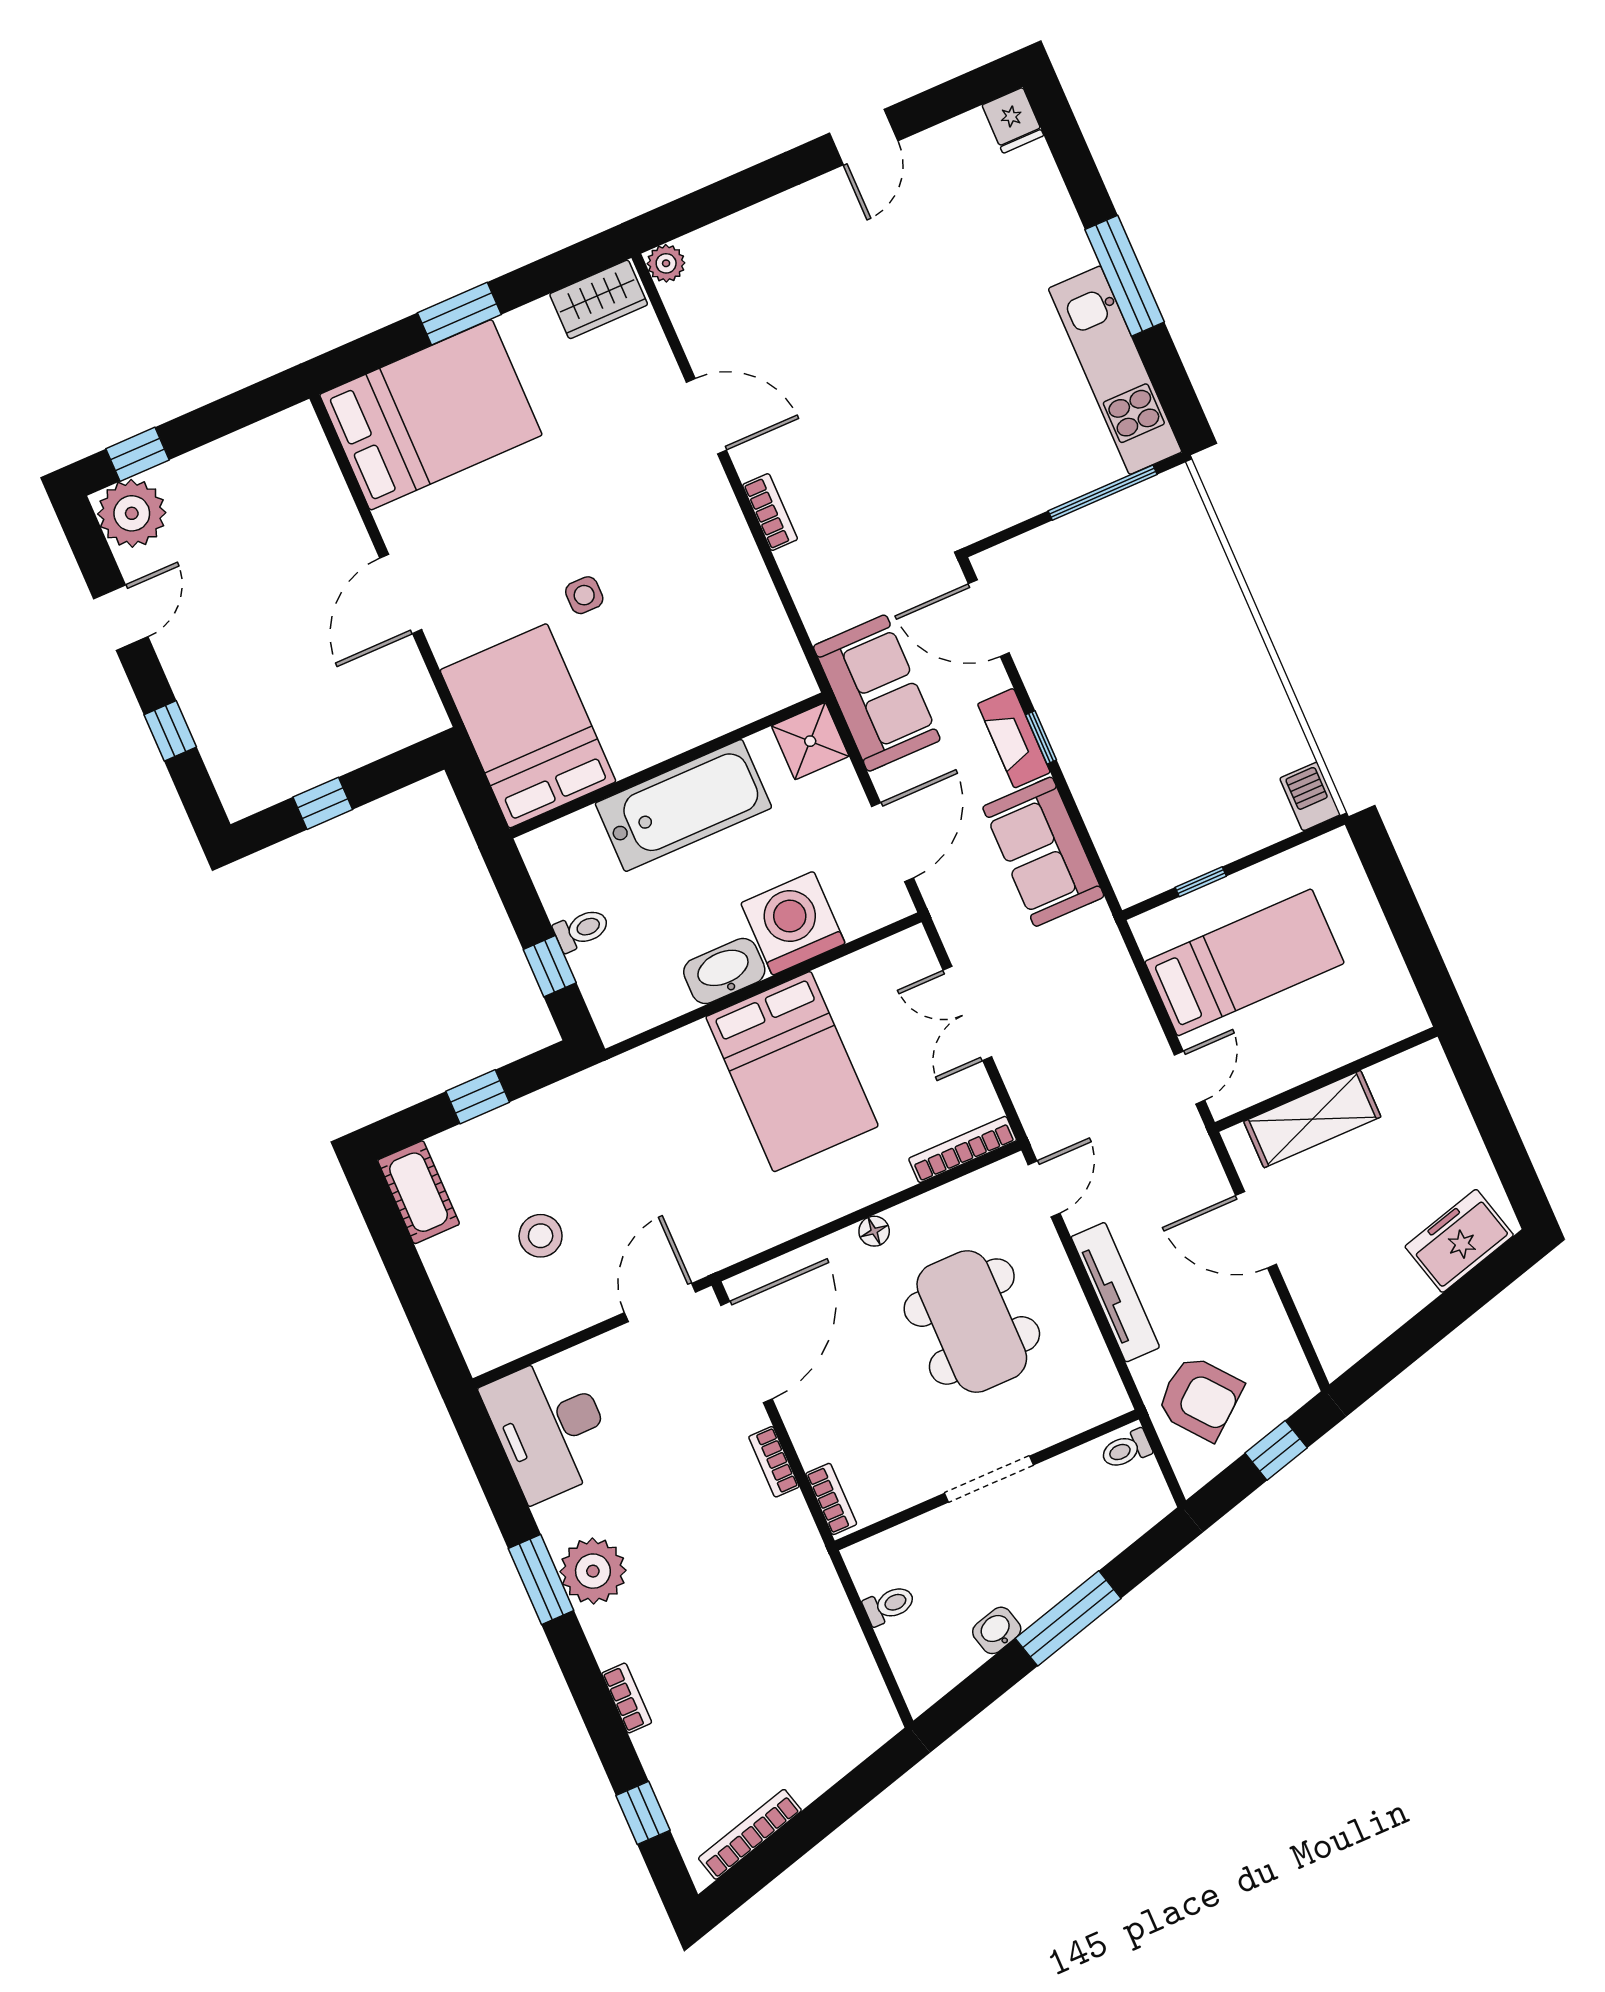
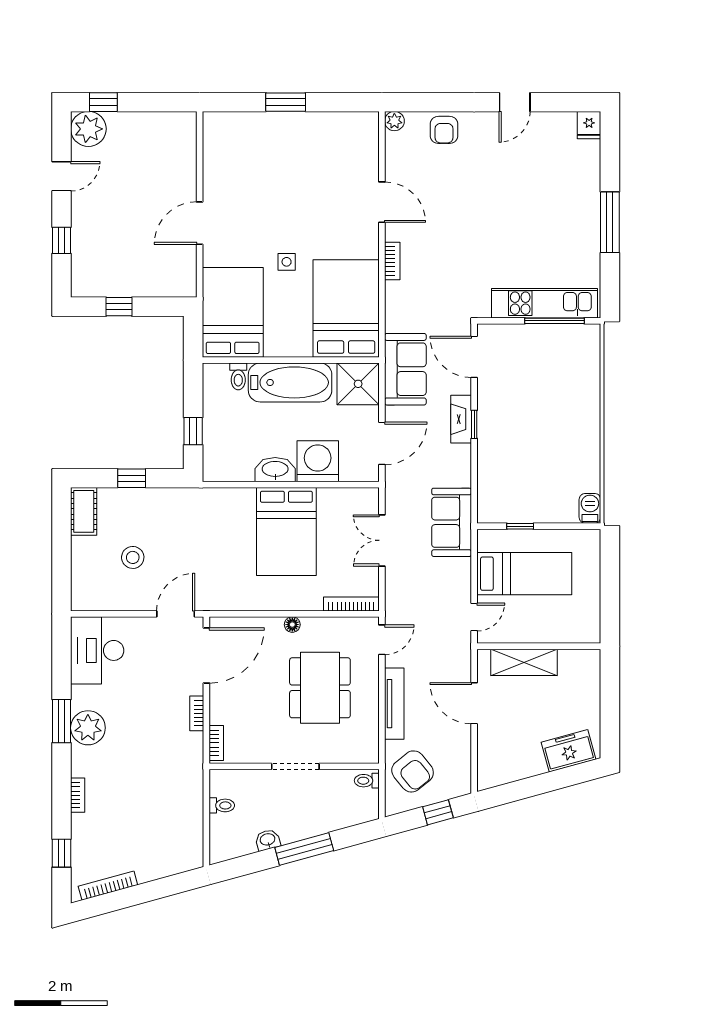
armchair: (760, 241) -> (444, 130), added
wardrobe: (599, 299) -> (355, 124), removed
kitchen unit: (1115, 370) -> (545, 303), moved, turned 90
bed: (431, 415) -> (346, 308), moved, turned -90
shower: (810, 741) -> (358, 384), width x1.36, depth x1.36
sofa: (1043, 852) -> (452, 522), moved
toilet: (582, 930) -> (238, 376), moved, turned 90

